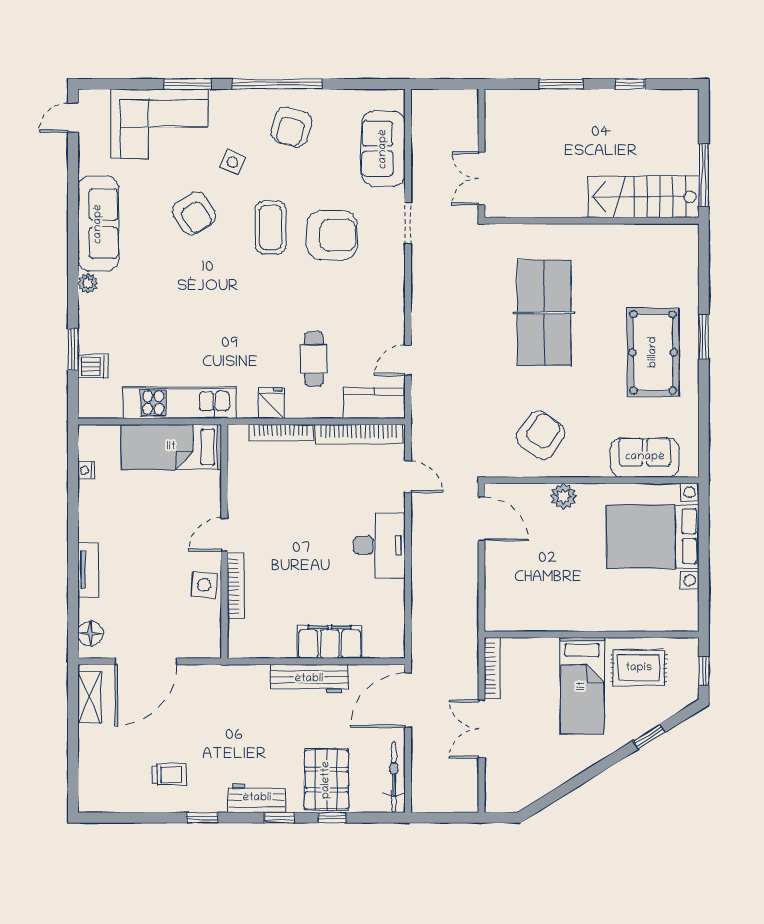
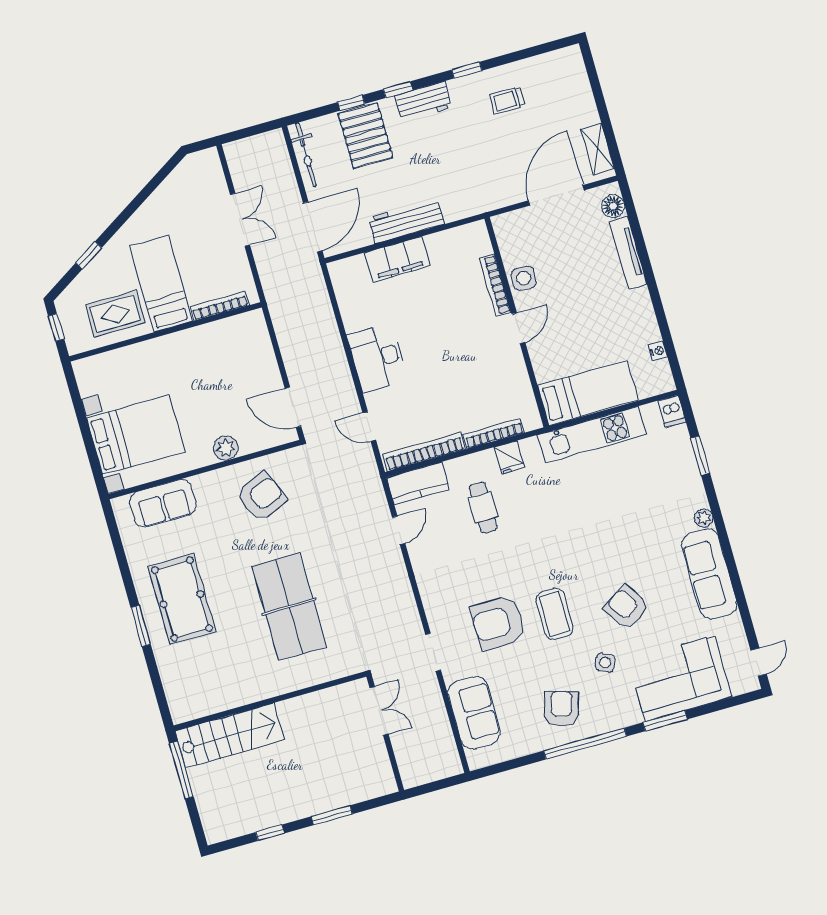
dishwasher: (93, 366) -> (672, 411), moved, turned -90
armchair: (541, 435) -> (261, 497), turned -148
tv unit: (88, 570) -> (628, 253), width x1.41
bookcase: (492, 668) -> (220, 306), moved, turned 90

